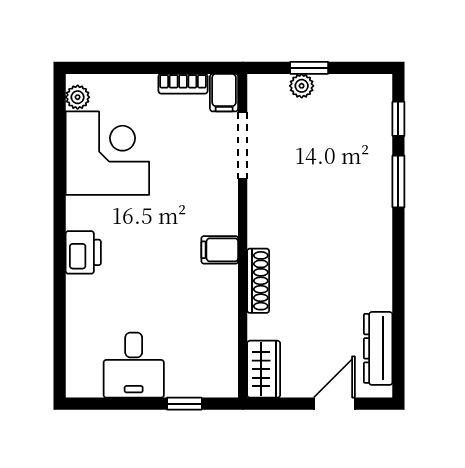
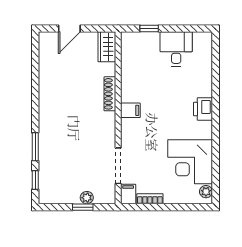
dresser: (378, 348) -> (46, 58), removed

